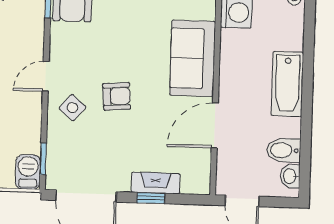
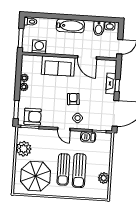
barbecue: (28, 172) -> (88, 137), moved

